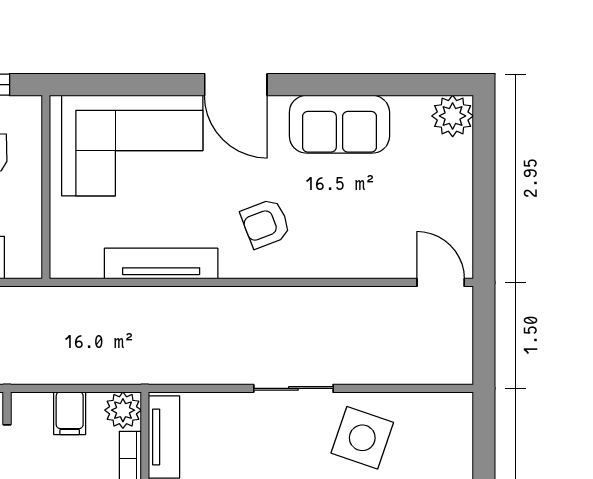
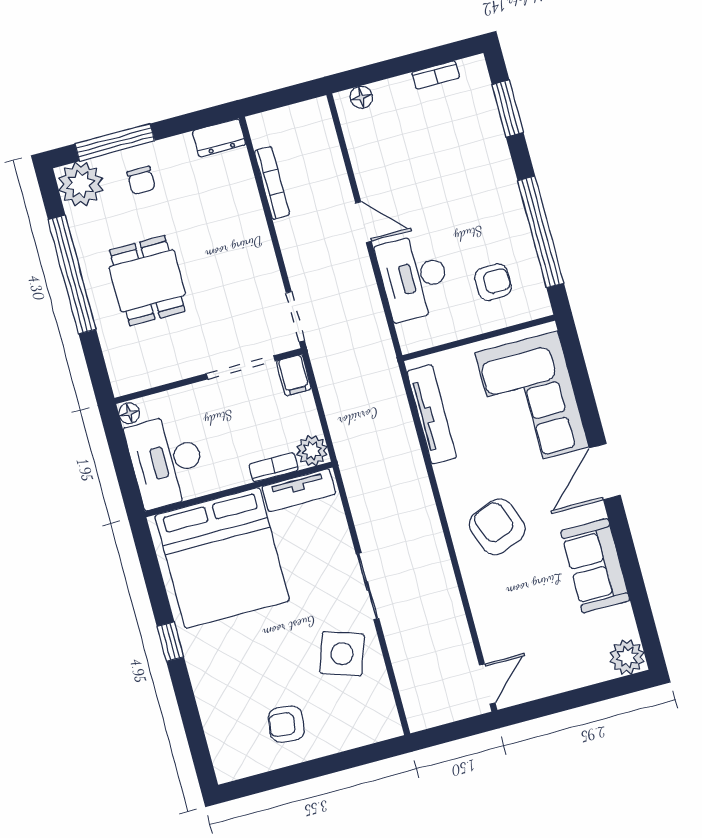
armchair: (266, 224) -> (497, 527), width x1.38, depth x1.38
tv unit: (161, 264) -> (432, 414), moved
filing cabinet: (70, 413) -> (294, 375), moved, turned -90

